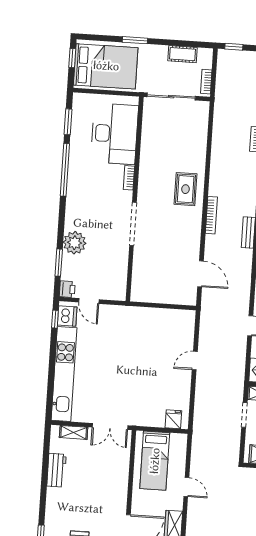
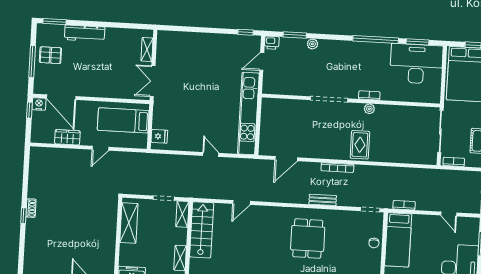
desk: (114, 134) -> (416, 64), moved, turned 180
plant: (144, 178) -> (369, 109), added
rug: (186, 189) -> (360, 145), turned 90
plant: (75, 243) -> (312, 44), width x0.53, depth x0.53
dishwasher: (67, 316) -> (248, 43), removed
kitchen unit: (64, 374) -> (248, 114), moved, turned 90
workbench: (56, 470) -> (85, 33), moved, width x1.38

